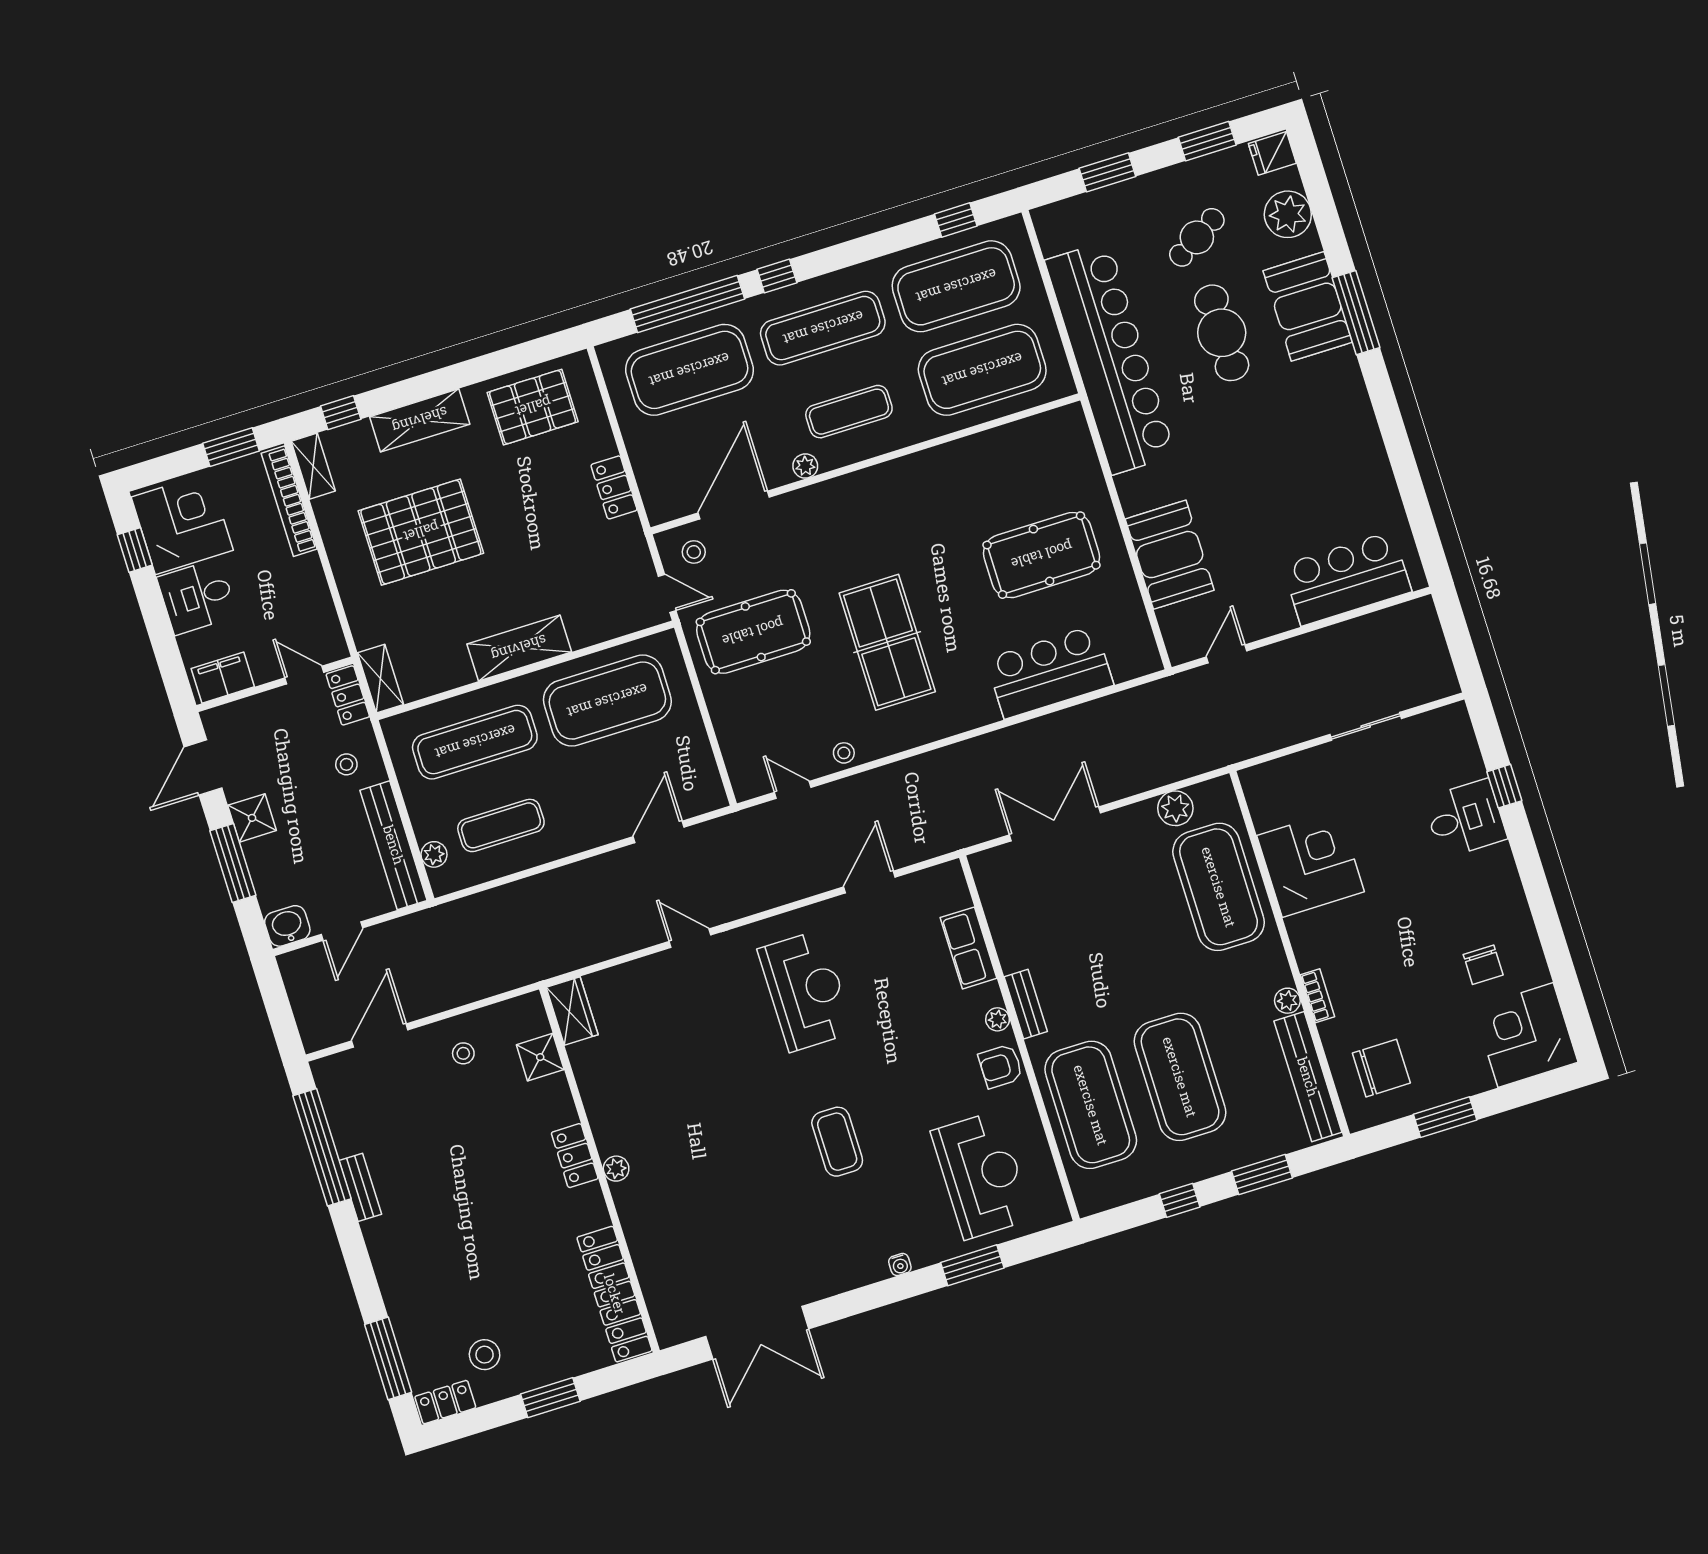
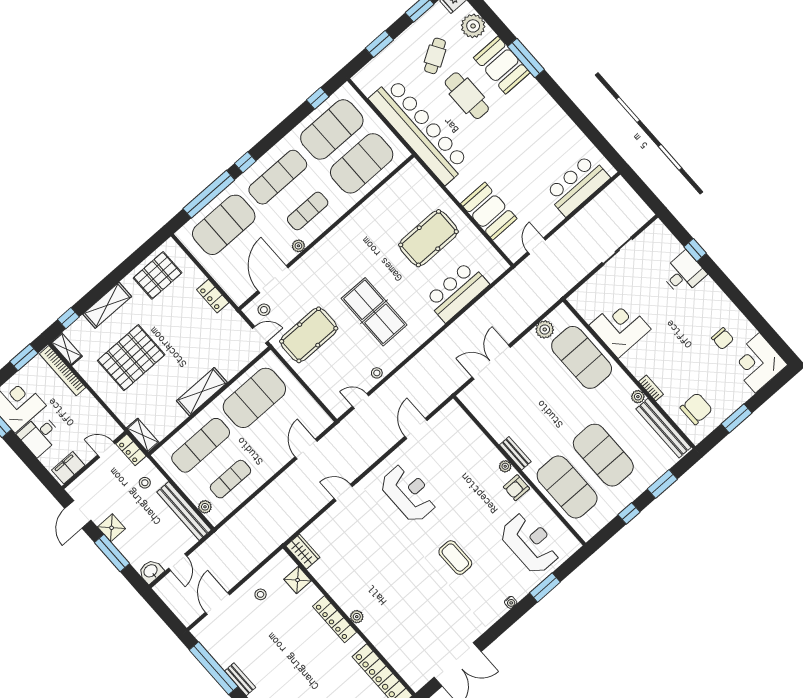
row of seats: (969, 948) -> (477, 439), removed
locker: (575, 1156) -> (334, 619), width x1.53

